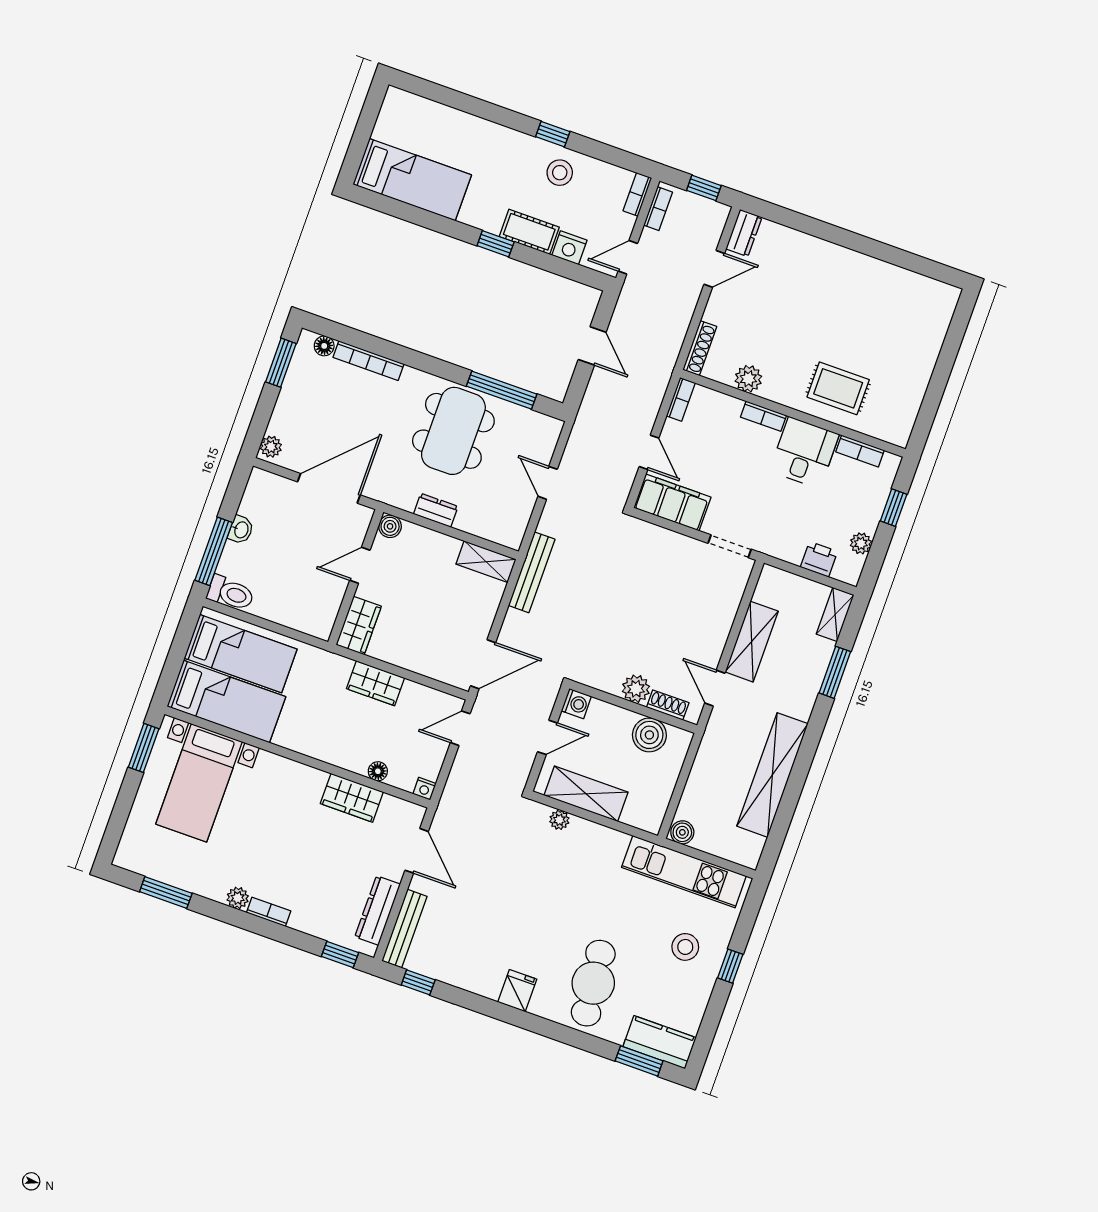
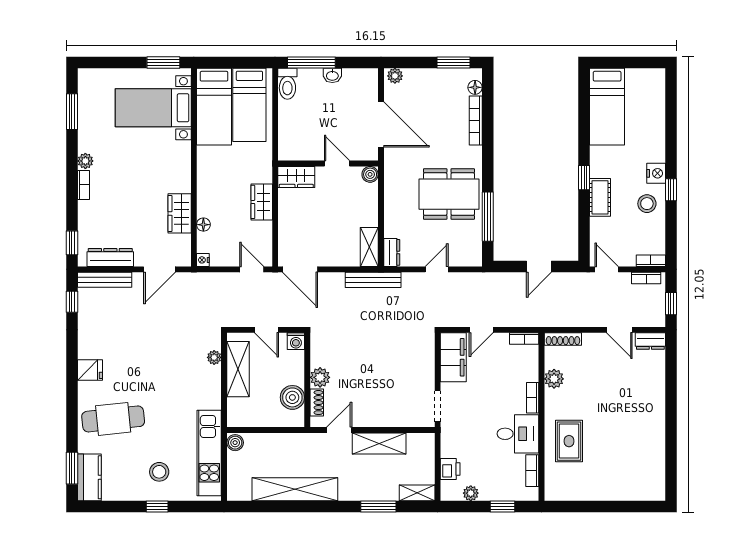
nightstand: (569, 248) -> (656, 173), moved, turned 180
dresser: (436, 510) -> (392, 252), moved

